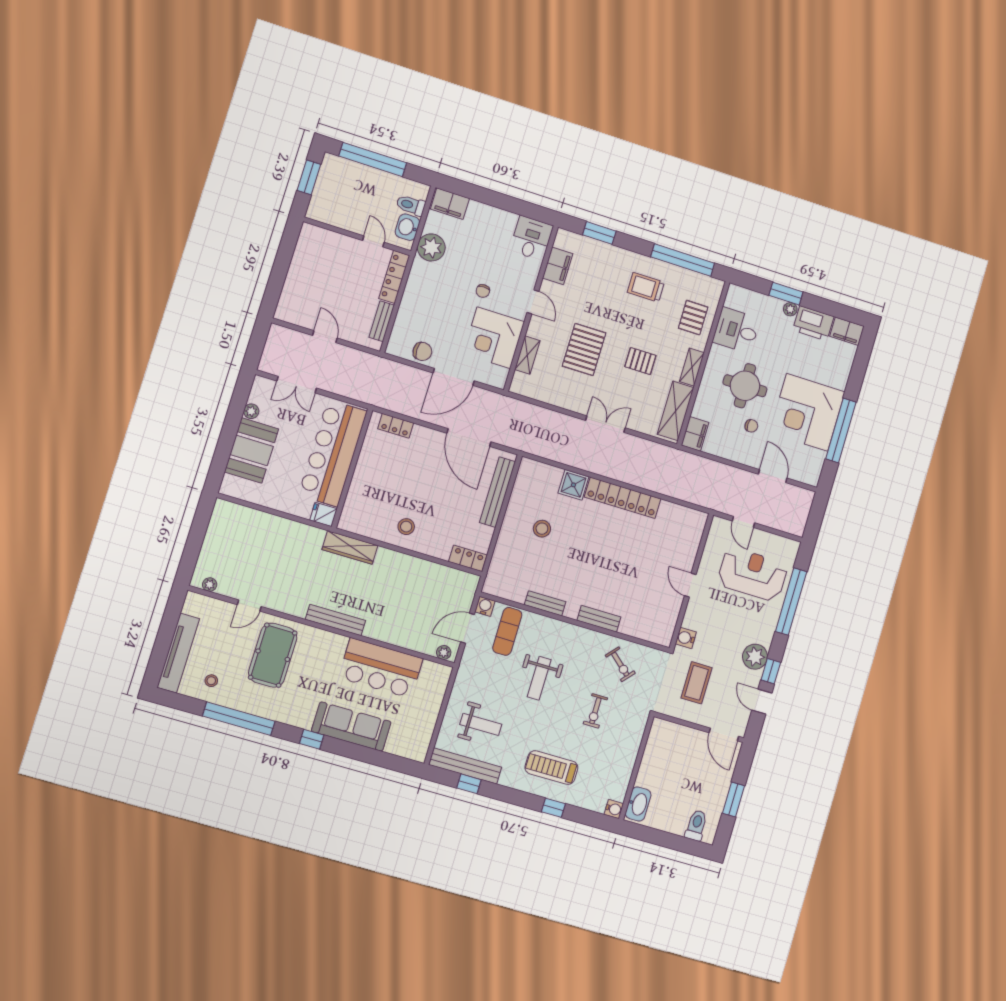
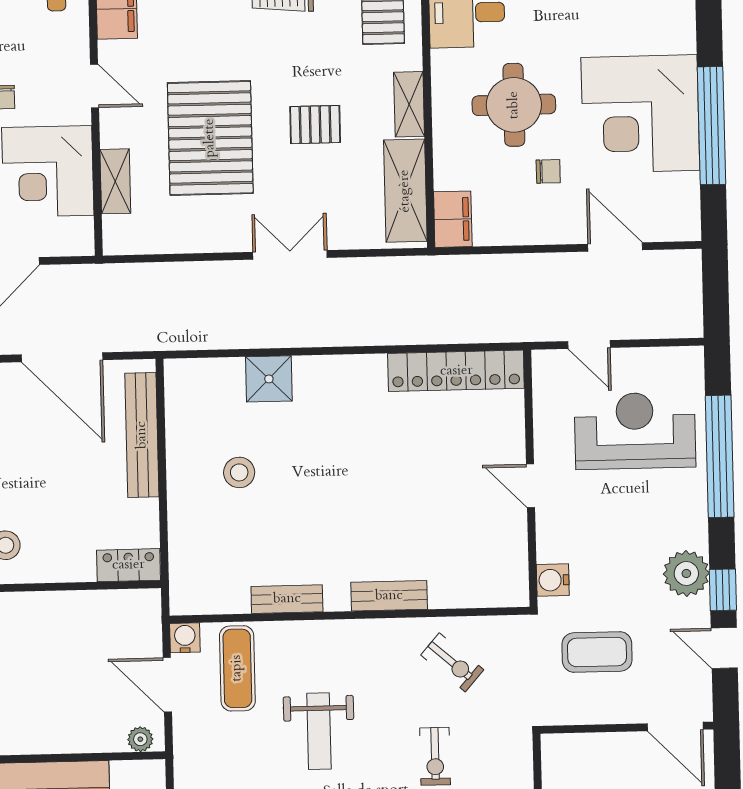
pallet: (584, 349) -> (210, 138), width x1.37, depth x1.41
locker: (623, 498) -> (456, 371), moved
door: (467, 628) -> (167, 685), hinge flipped
coffee table: (696, 683) -> (597, 652), turned 90

